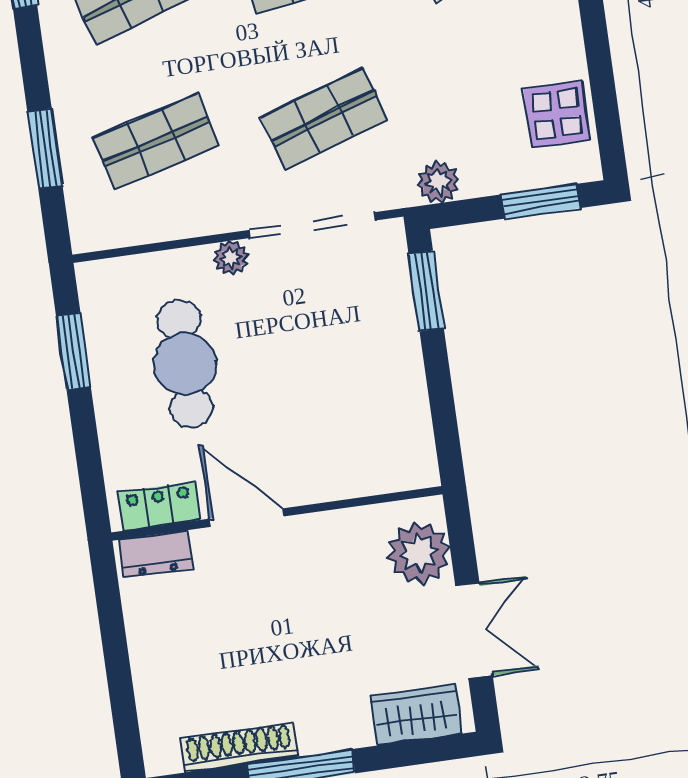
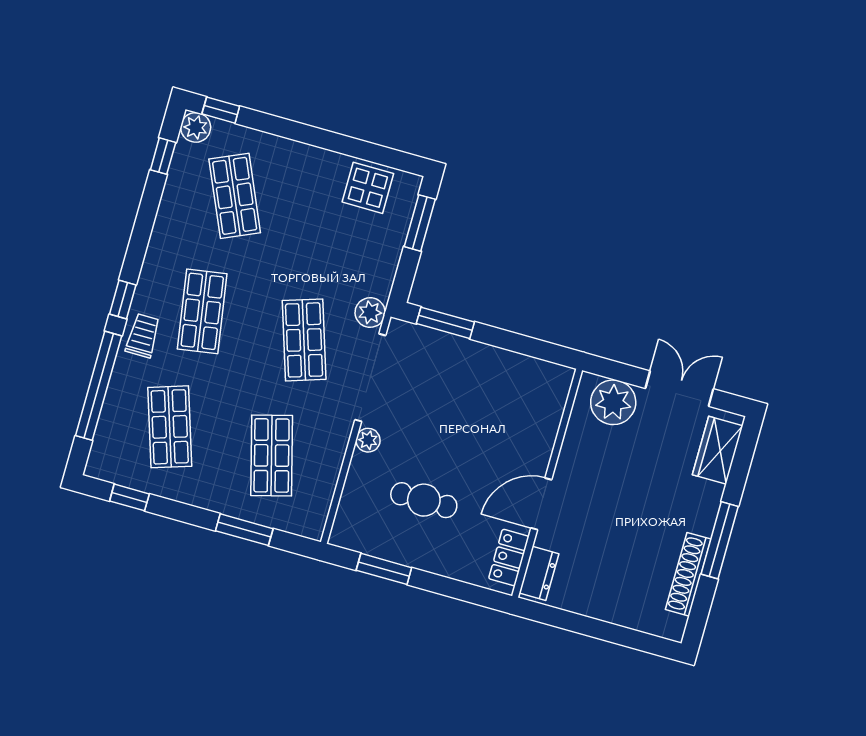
plant: (438, 182) -> (370, 313), moved
cafe table: (185, 364) -> (424, 500), width x0.73, depth x0.74

